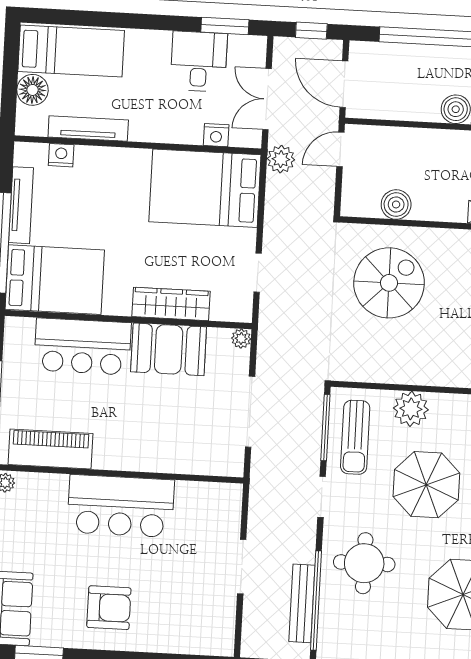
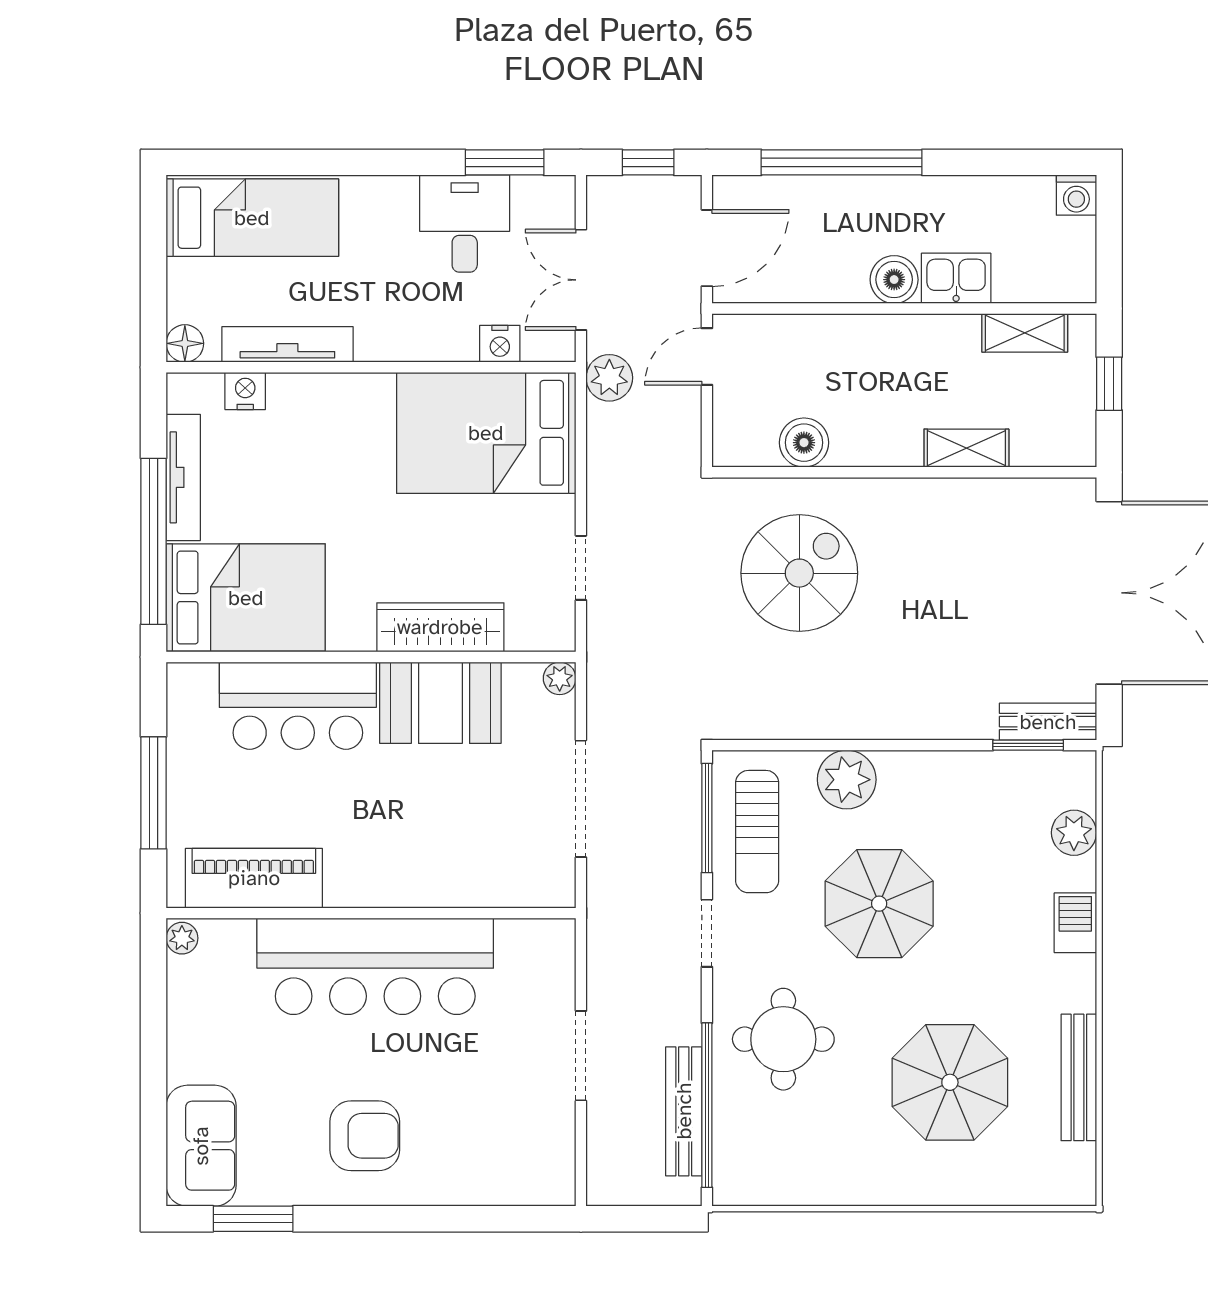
door: (344, 84) -> (707, 248), swing flipped
floor lamp: (32, 90) -> (185, 343), moved, width x0.73, depth x0.73
bar counter: (121, 506) -> (375, 966), width x1.36

